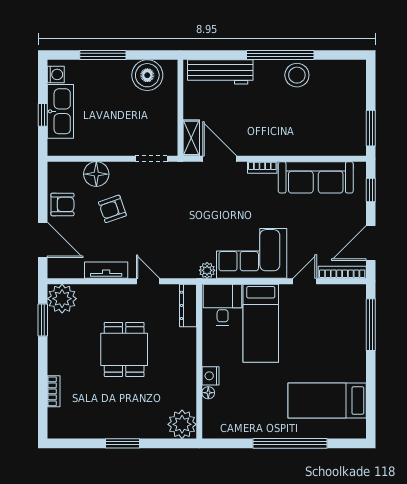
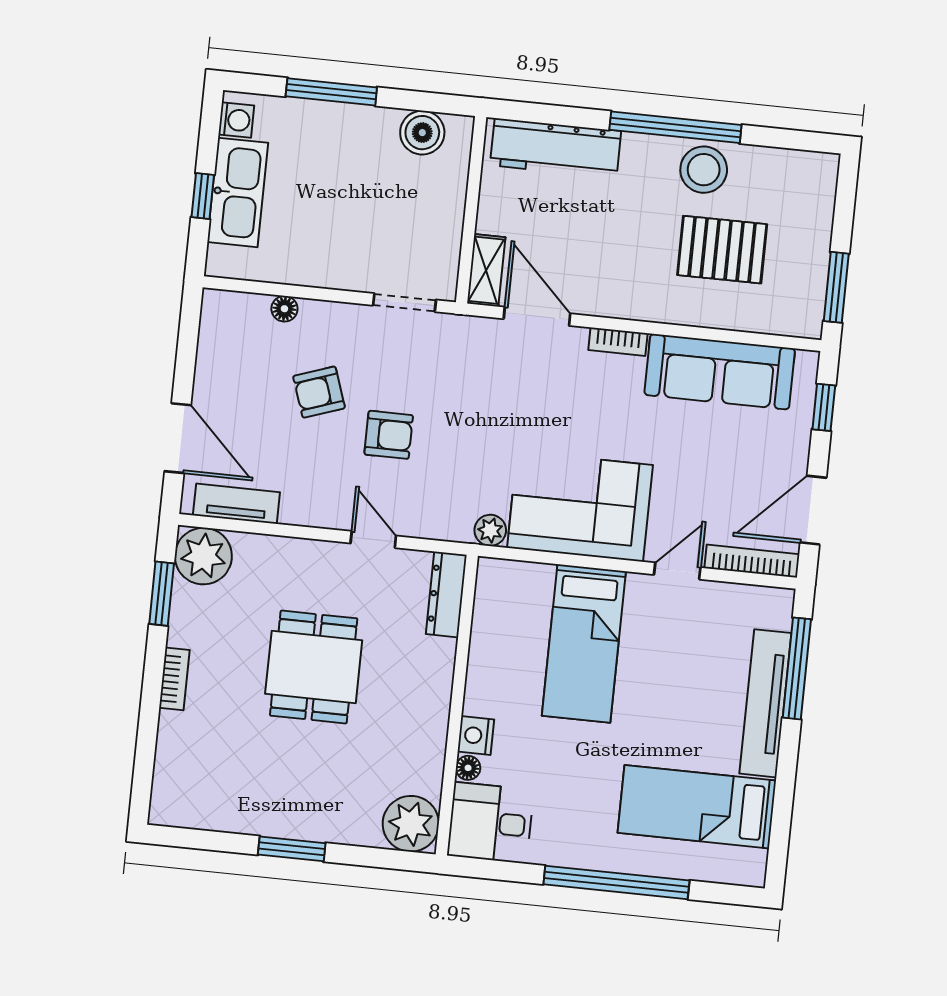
boiler: (147, 75) -> (422, 133), width x0.73, depth x0.73
pallet: (311, 115) -> (722, 250), added
floor lamp: (96, 174) -> (284, 309), width x0.53, depth x0.53
armchair: (62, 204) -> (389, 435), moved
tv unit: (106, 270) -> (236, 504), moved
desk: (223, 305) -> (491, 823), moved, turned -90
tv unit: (357, 344) -> (765, 703), added
bookcase: (54, 391) -> (174, 679), moved

